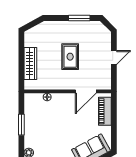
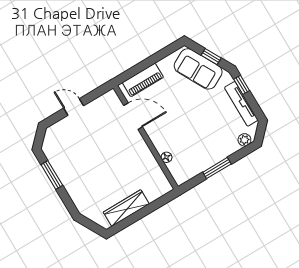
rug: (70, 57) -> (103, 159), removed
wardrobe: (30, 64) -> (126, 208), moved

